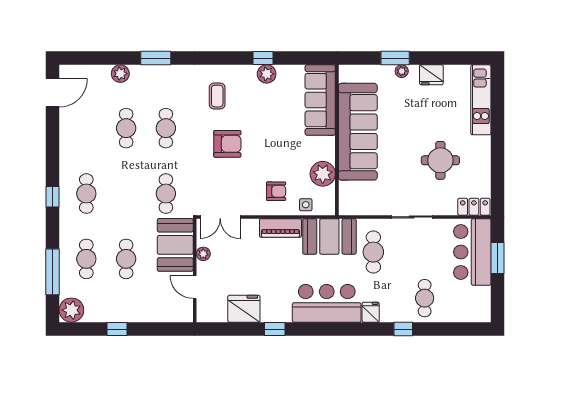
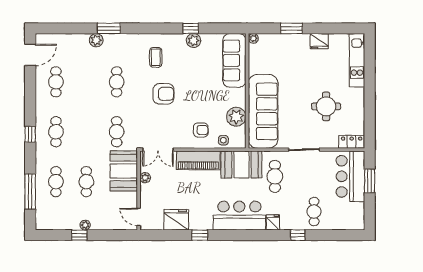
plant: (402, 71) -> (253, 38), moved
plant: (120, 74) -> (96, 40), moved
cafe table: (126, 128) -> (56, 82), moved
sofa: (358, 132) -> (263, 111), moved
piano: (280, 228) -> (198, 160), width x1.37, depth x1.33
door: (195, 287) -> (139, 217), moved
plant: (71, 310) -> (85, 225), moved, width x0.53, depth x0.53

